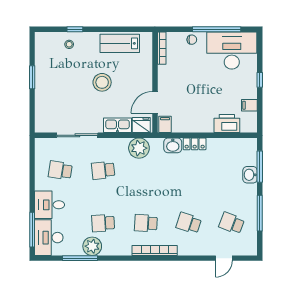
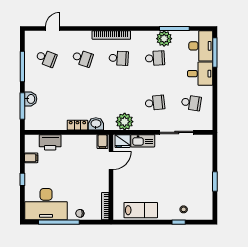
stool: (102, 82) -> (156, 177), removed

